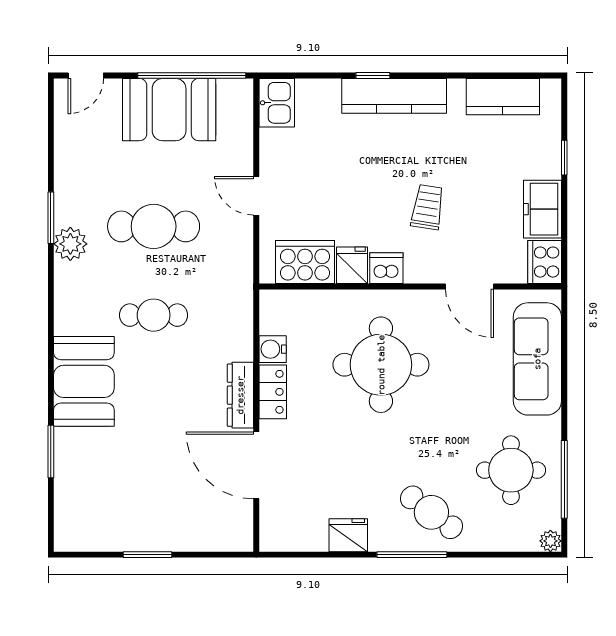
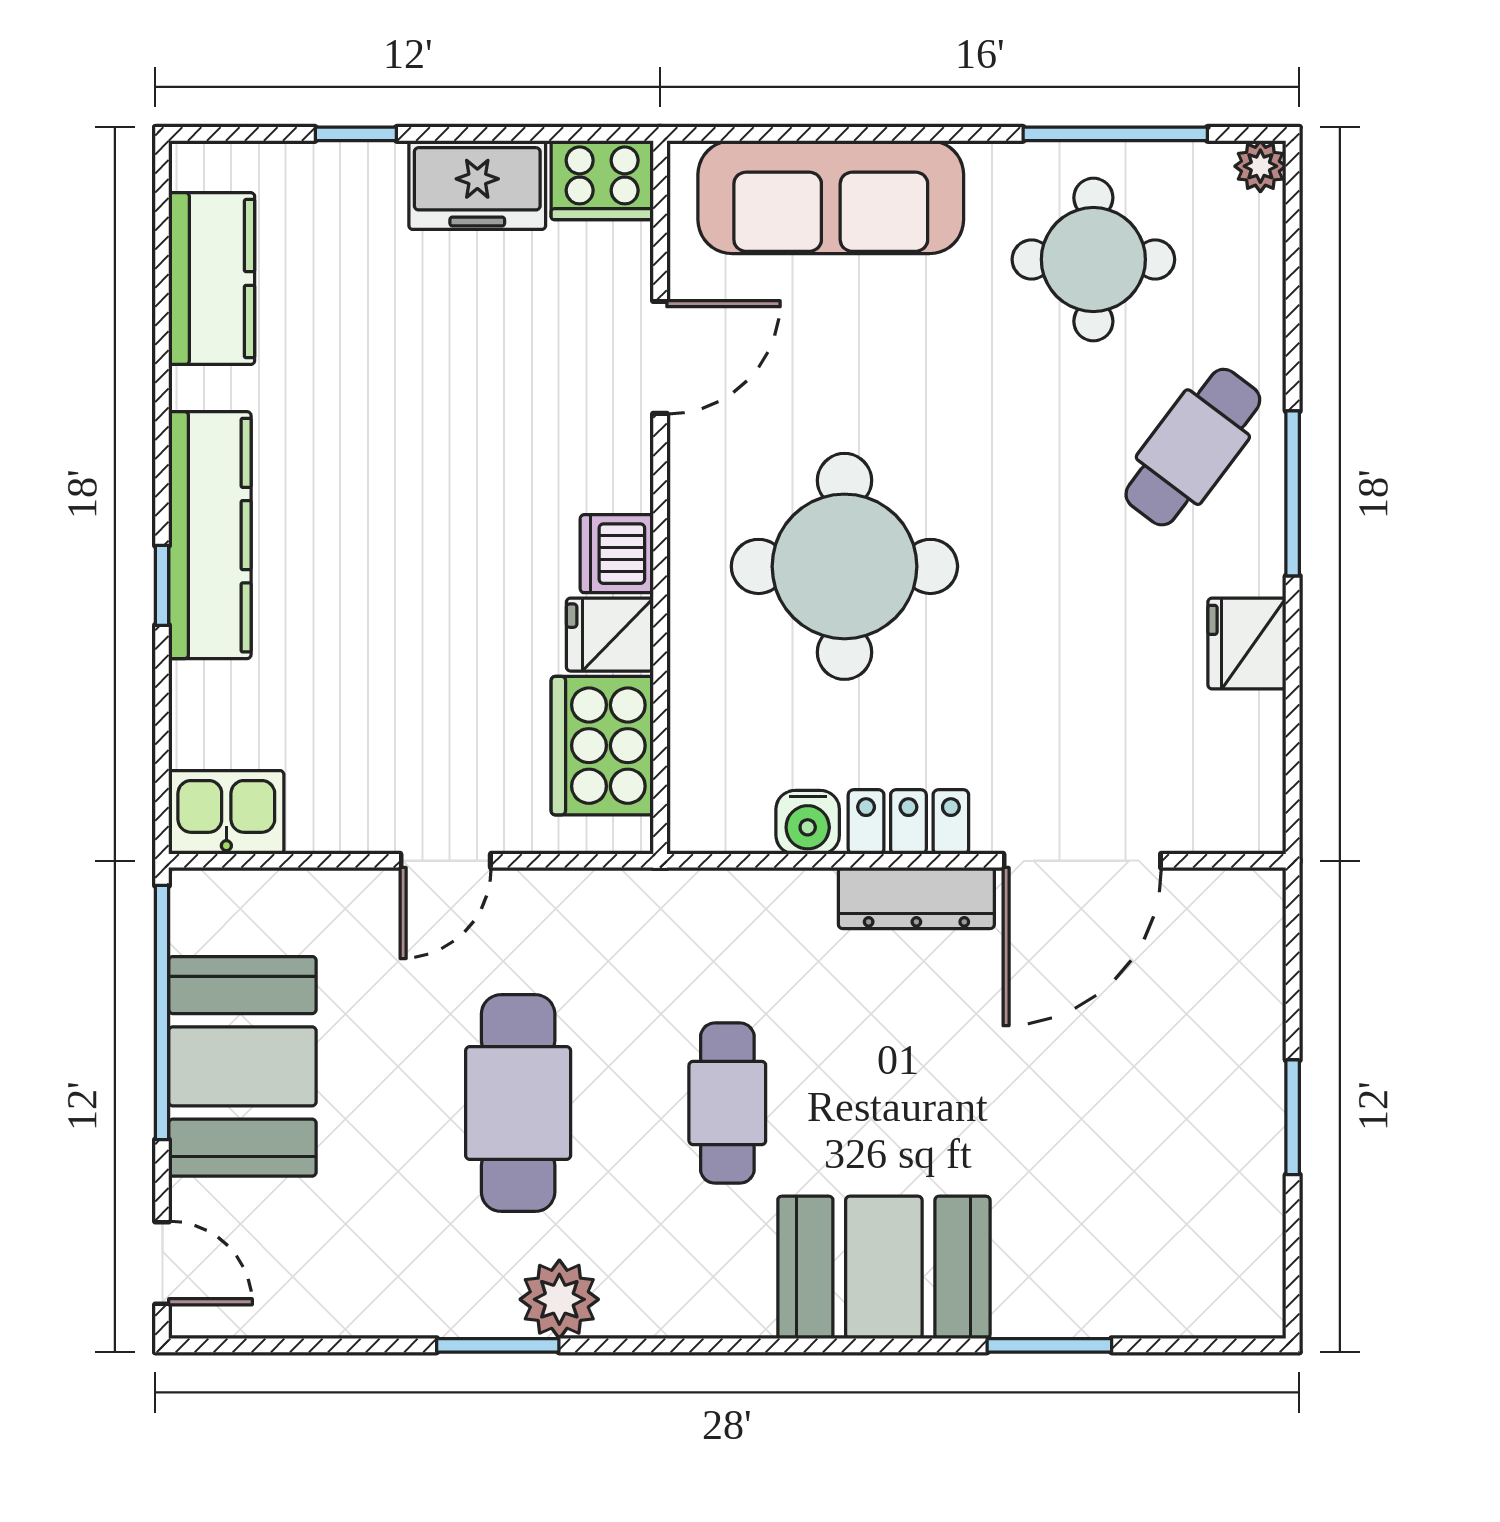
trolley: (428, 207) -> (473, 456), removed

